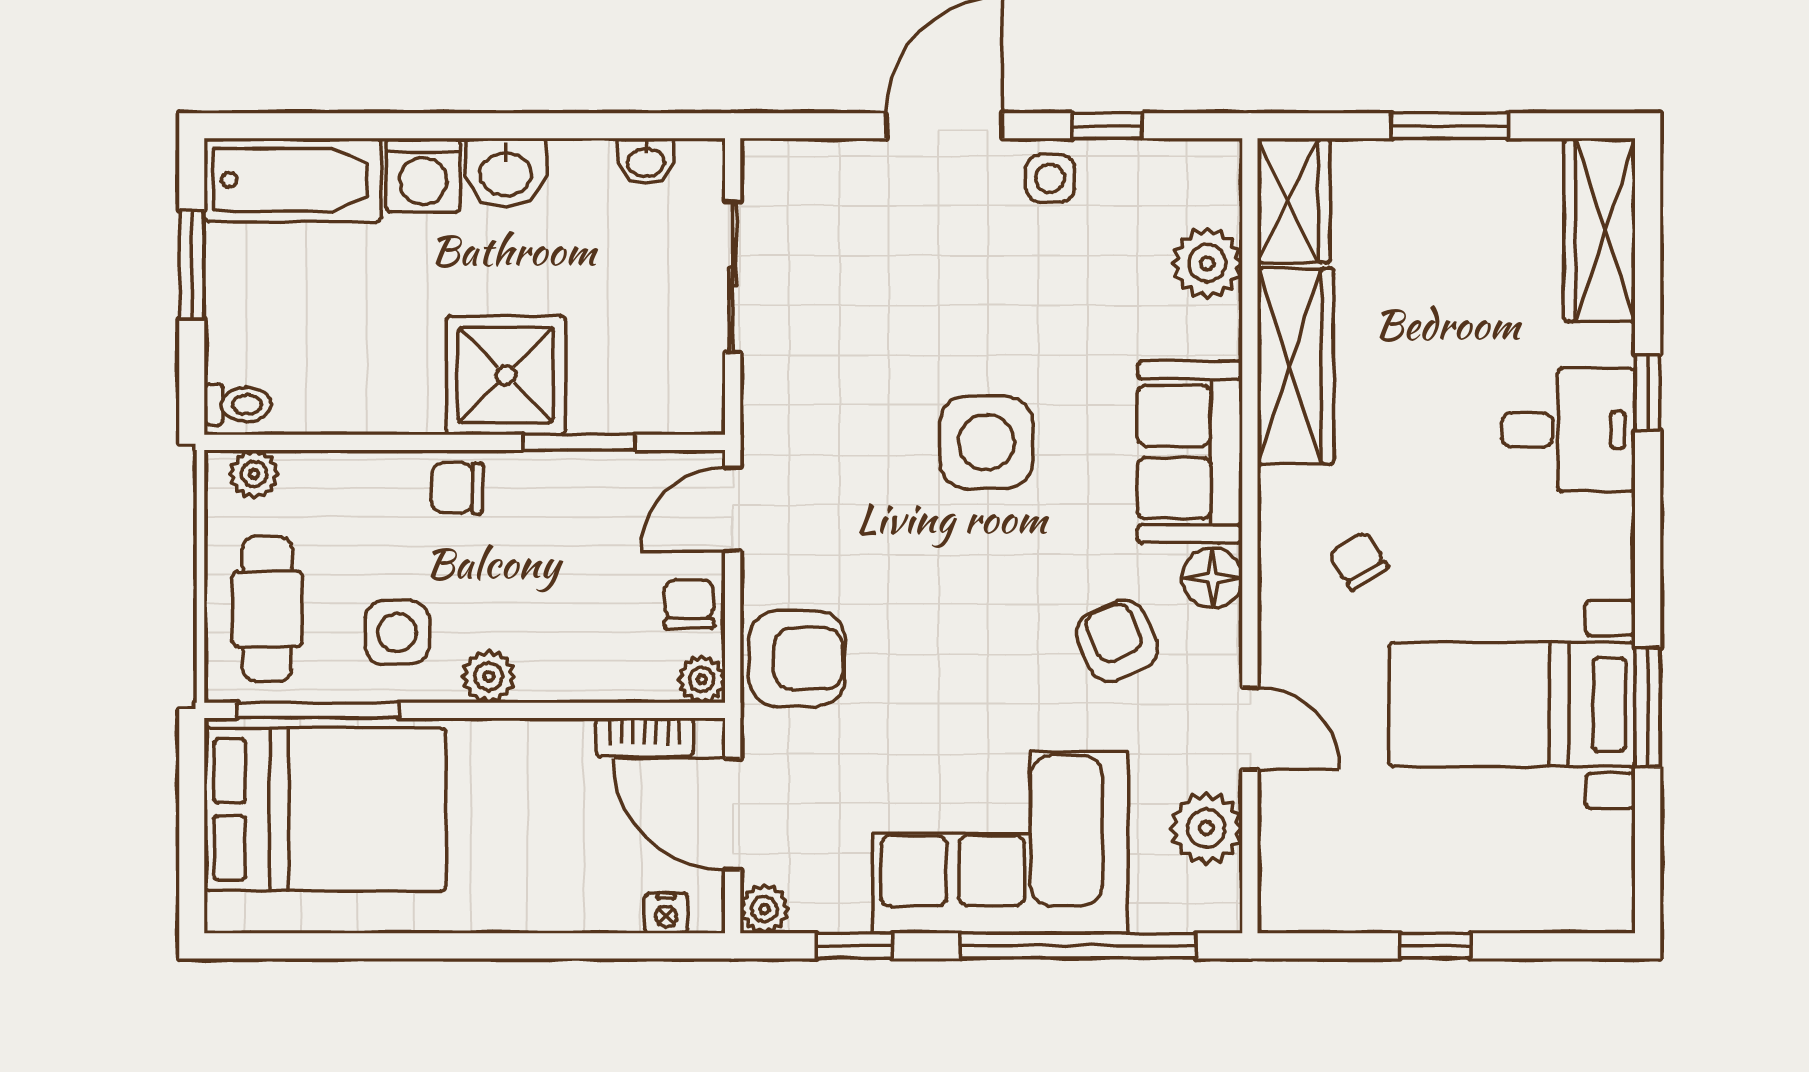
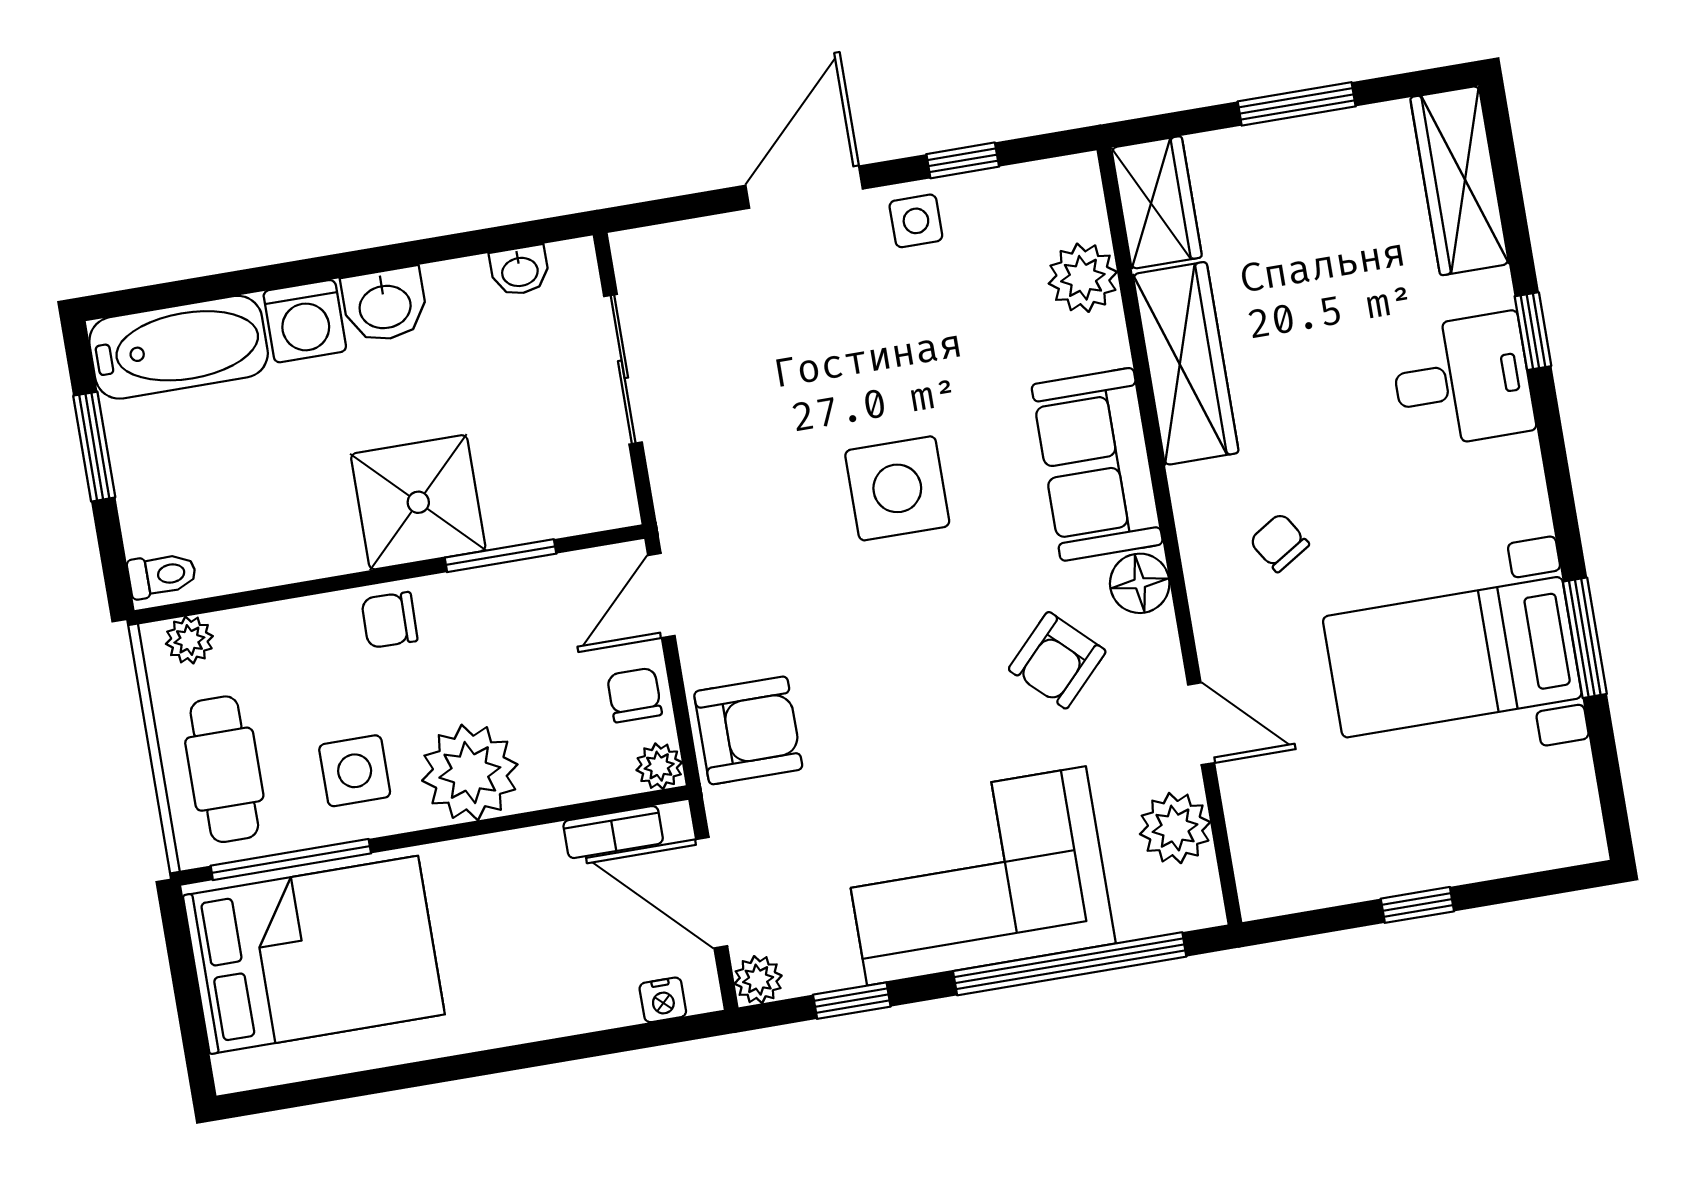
armchair: (1117, 641) -> (1057, 660), turned -112
plant: (489, 677) -> (470, 773), width x1.88, depth x1.88

